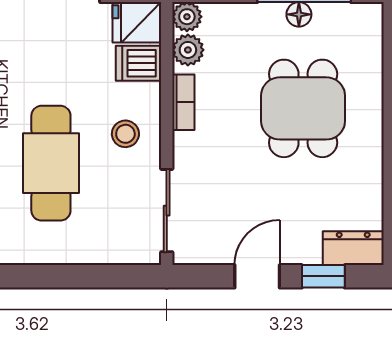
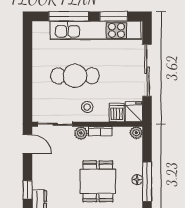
plant: (188, 50) -> (81, 133), moved
dining table: (303, 108) -> (98, 181), turned 90
door: (257, 276) -> (28, 144), moved

